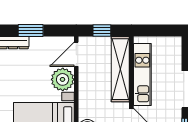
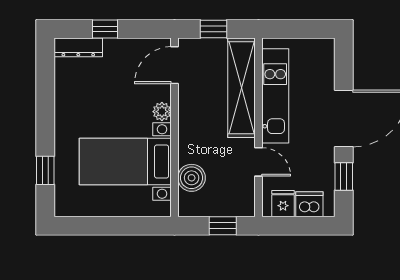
window: (31, 31) -> (105, 29), width x0.67
plant: (63, 79) -> (162, 112), width x0.53, depth x0.53

